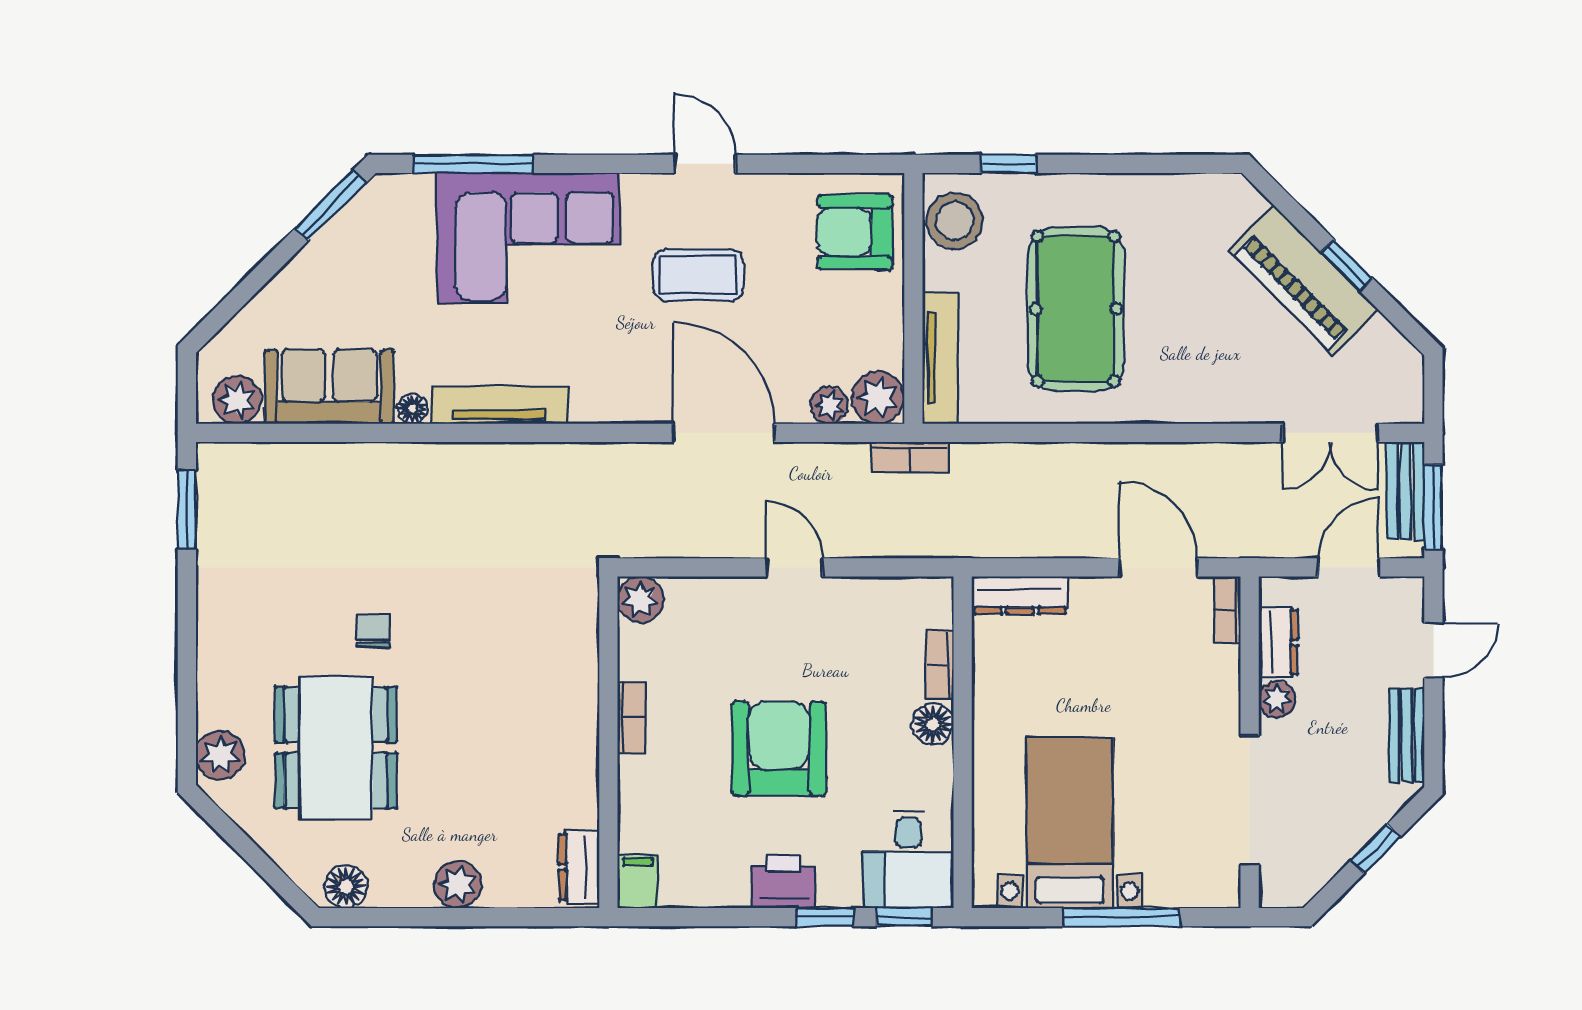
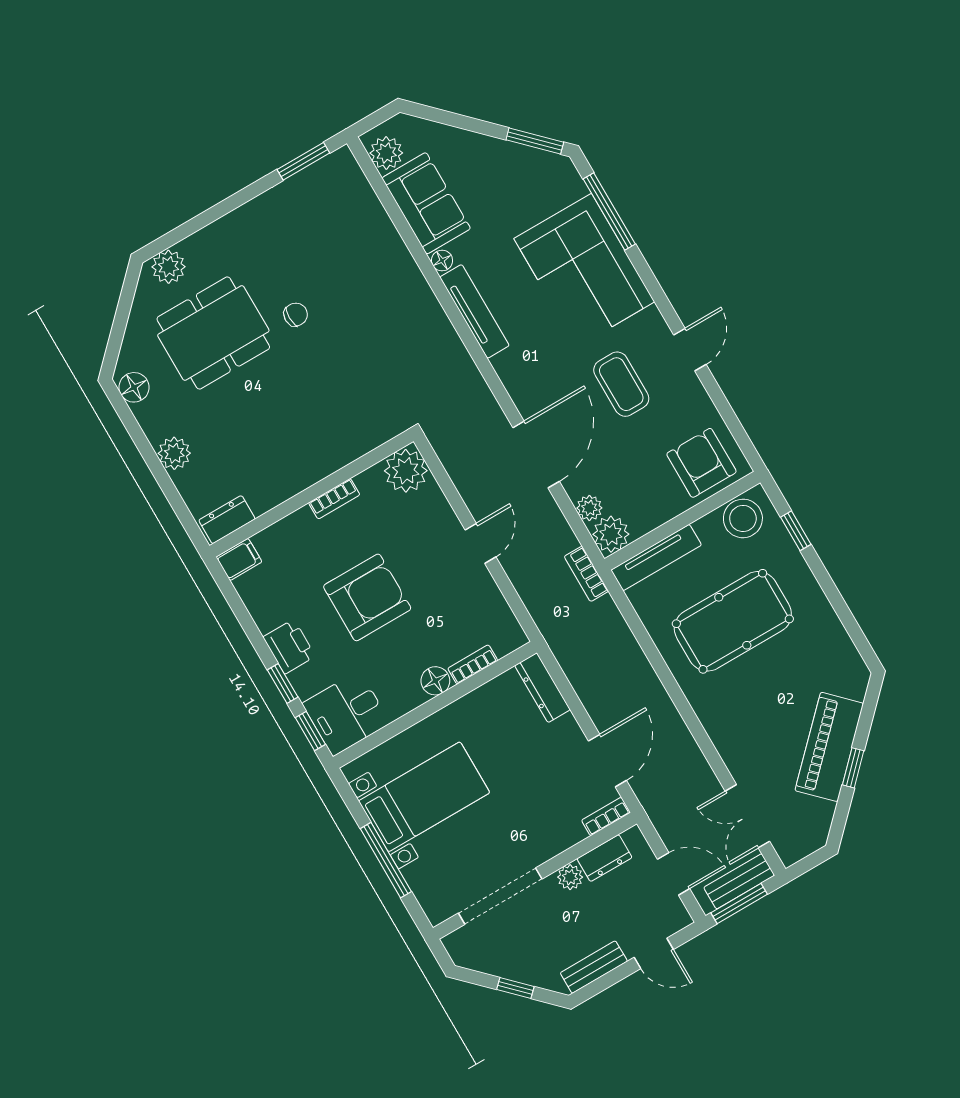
plant: (640, 599) -> (406, 471), width x1.36, depth x1.36

